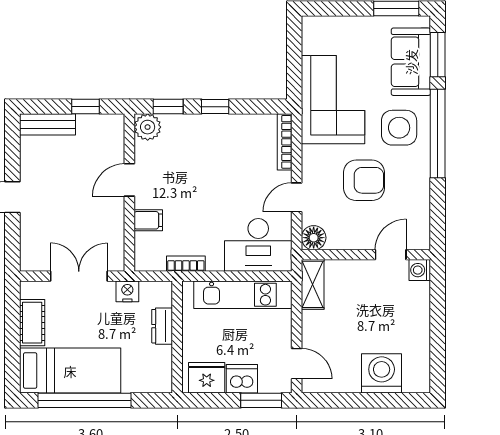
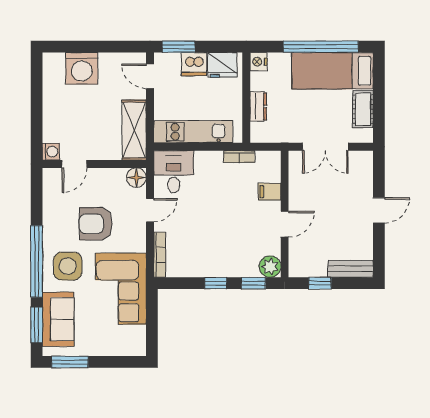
desk: (258, 245) -> (174, 172), width x0.73
shelving: (313, 284) -> (134, 130), width x1.50, depth x1.33
nightstand: (127, 291) -> (258, 62), moved, turned 90

